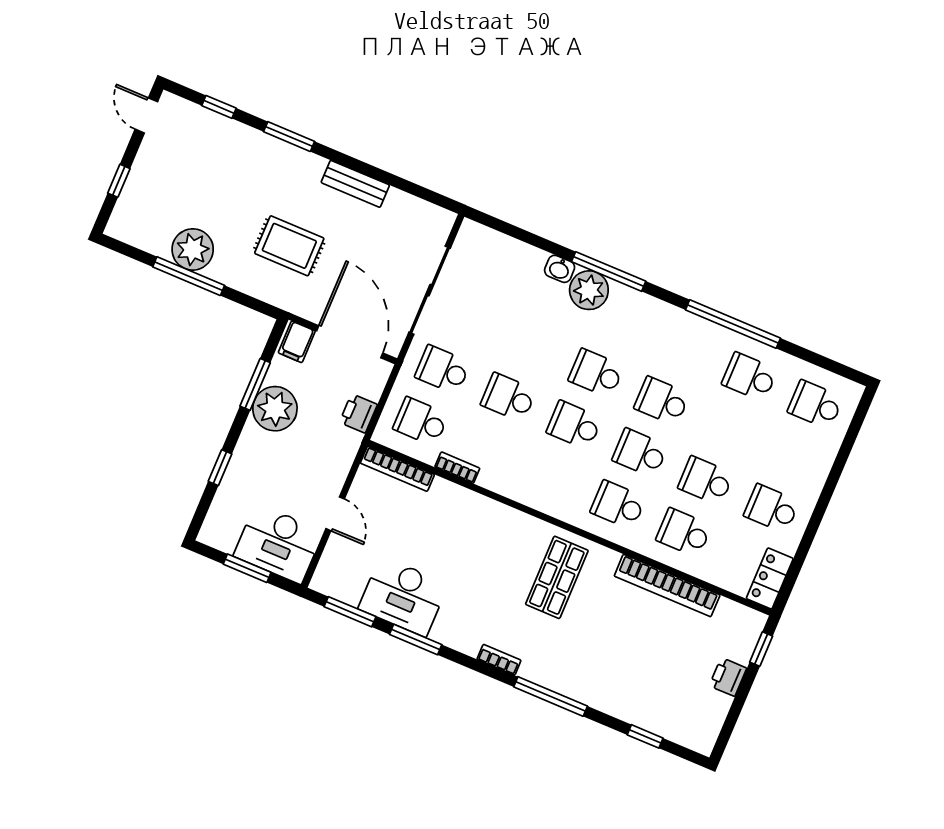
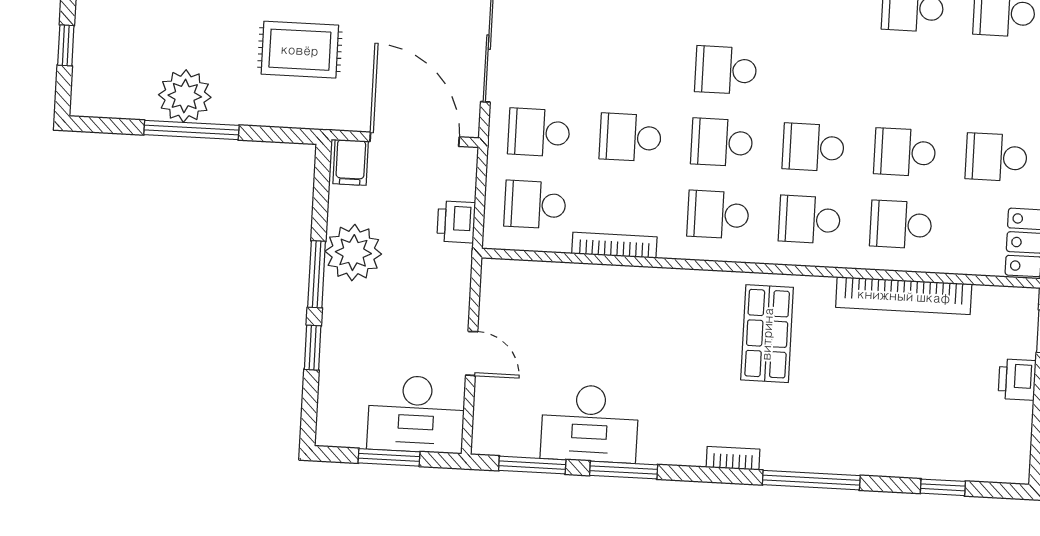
window: (255, 384) -> (317, 274), moved
school desk: (662, 401) -> (718, 215), moved
bookcase: (457, 468) -> (614, 245), width x1.56
bookcase: (397, 469) -> (527, 272), removed

